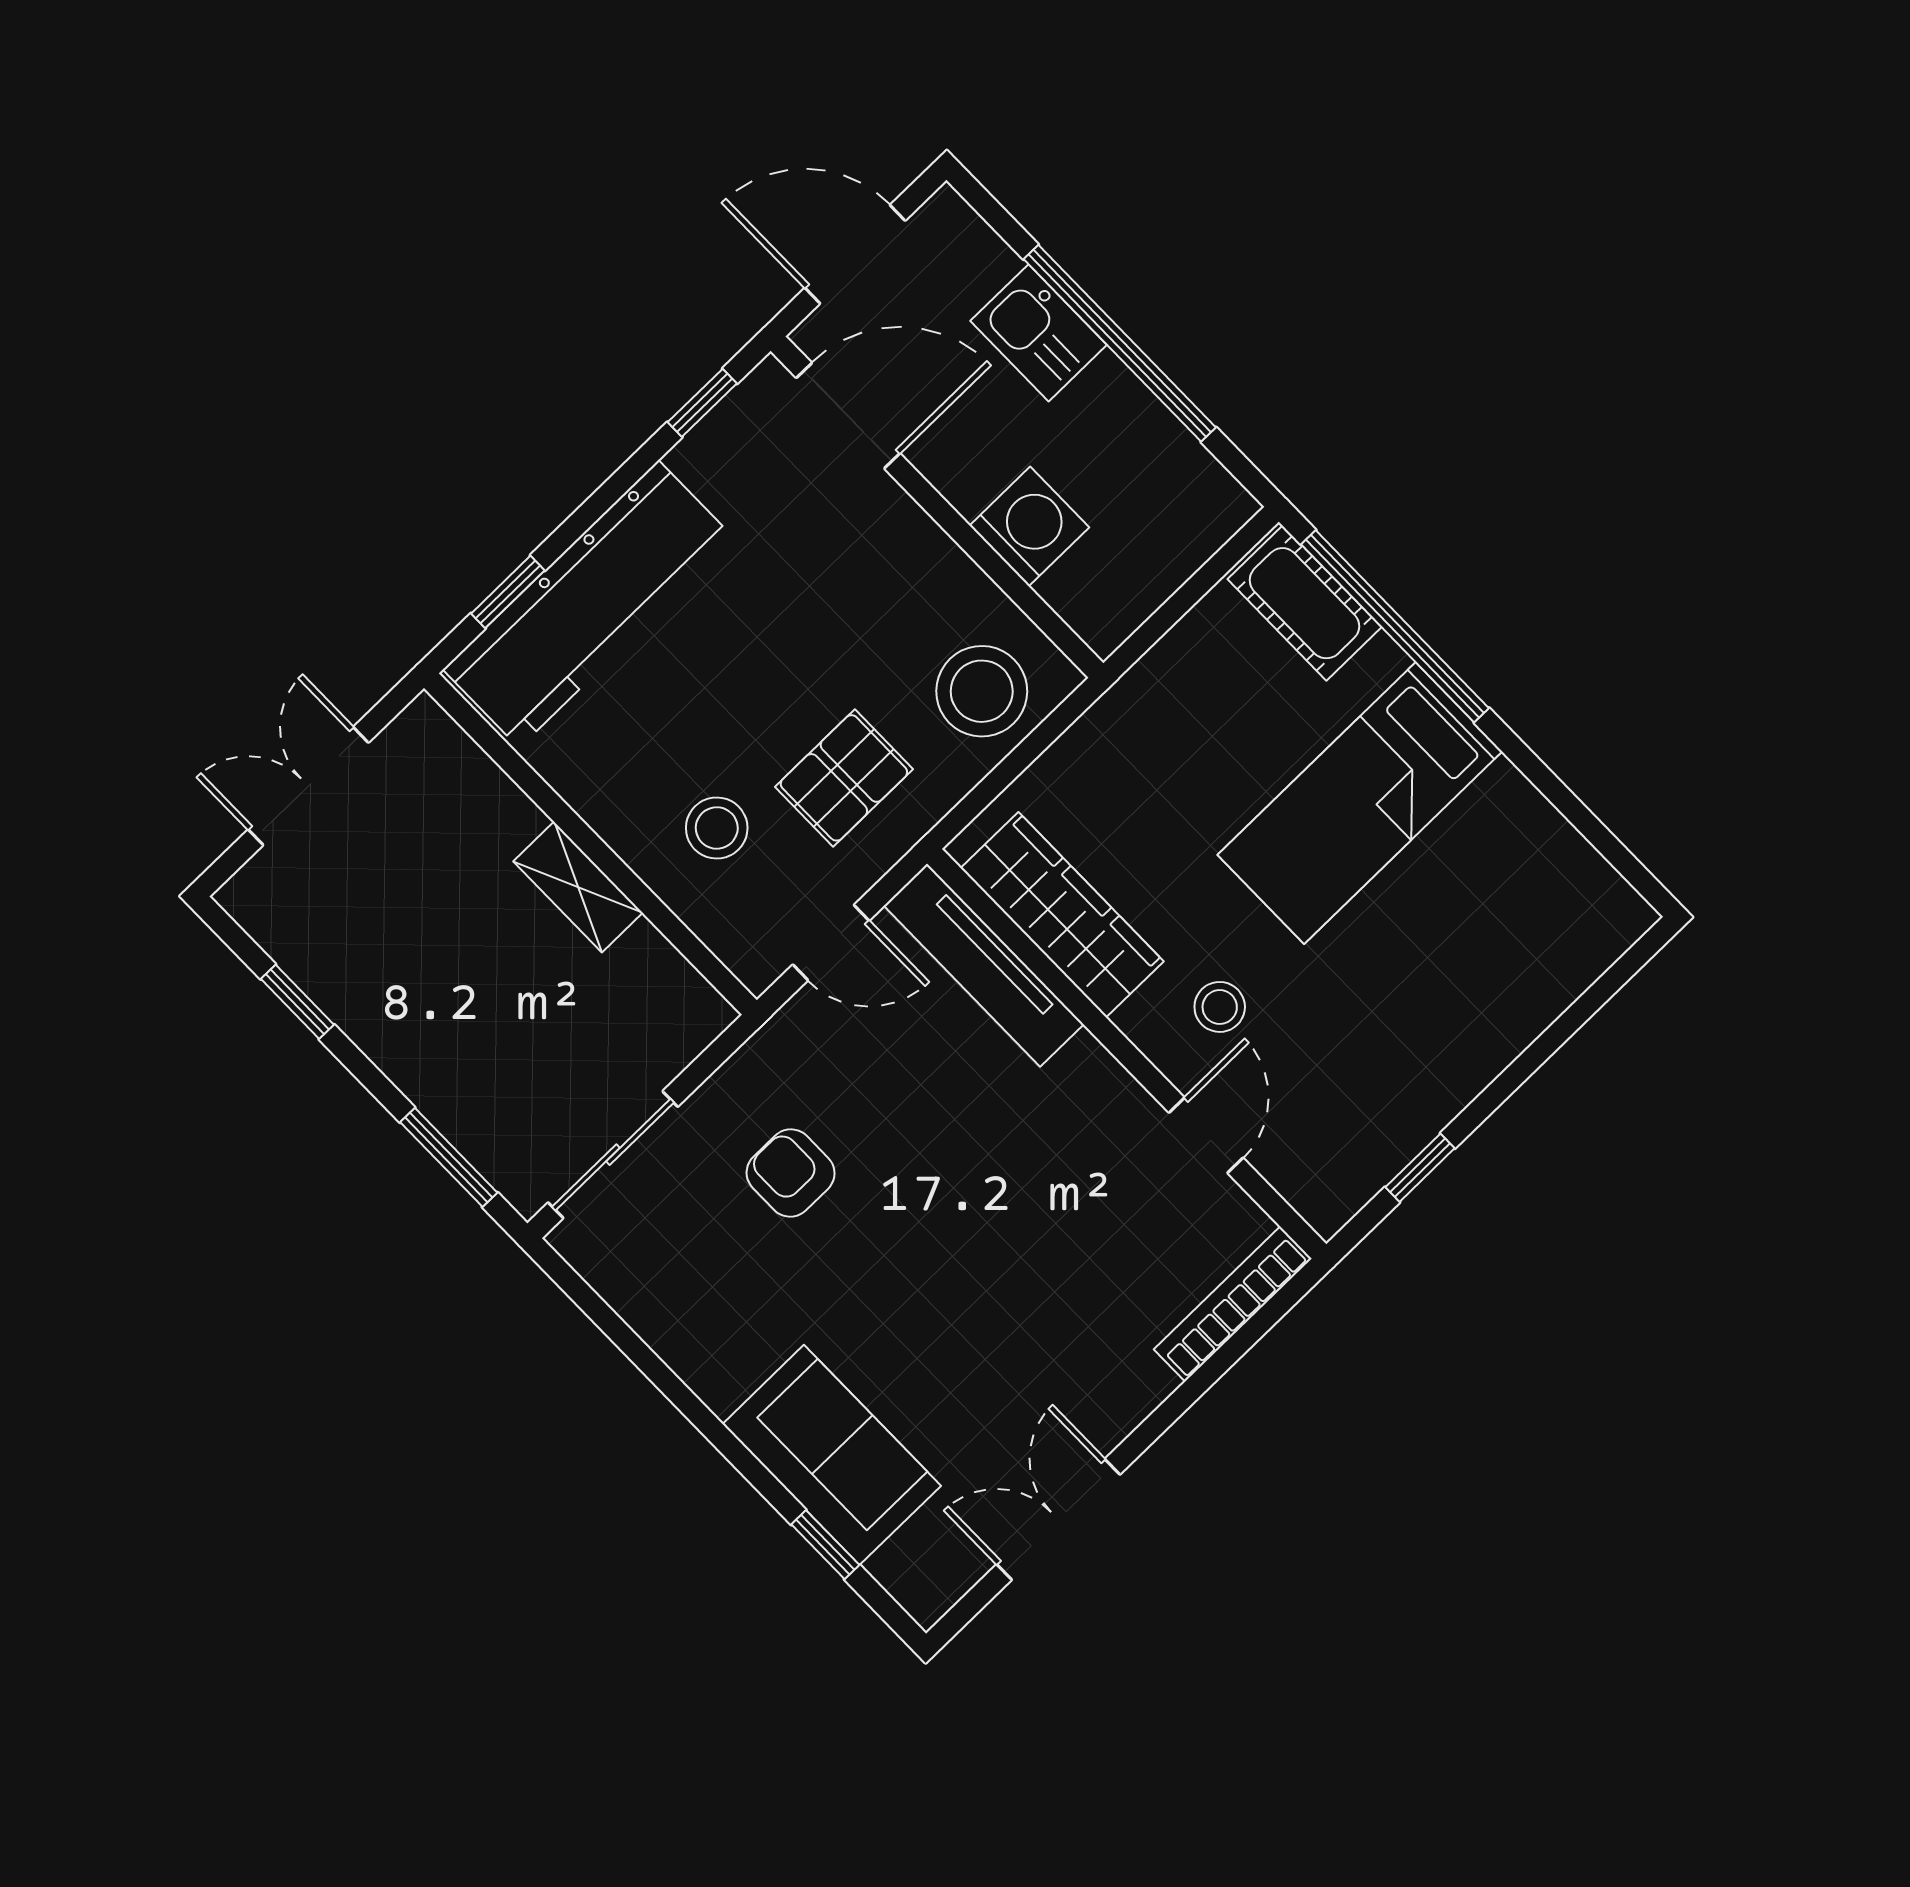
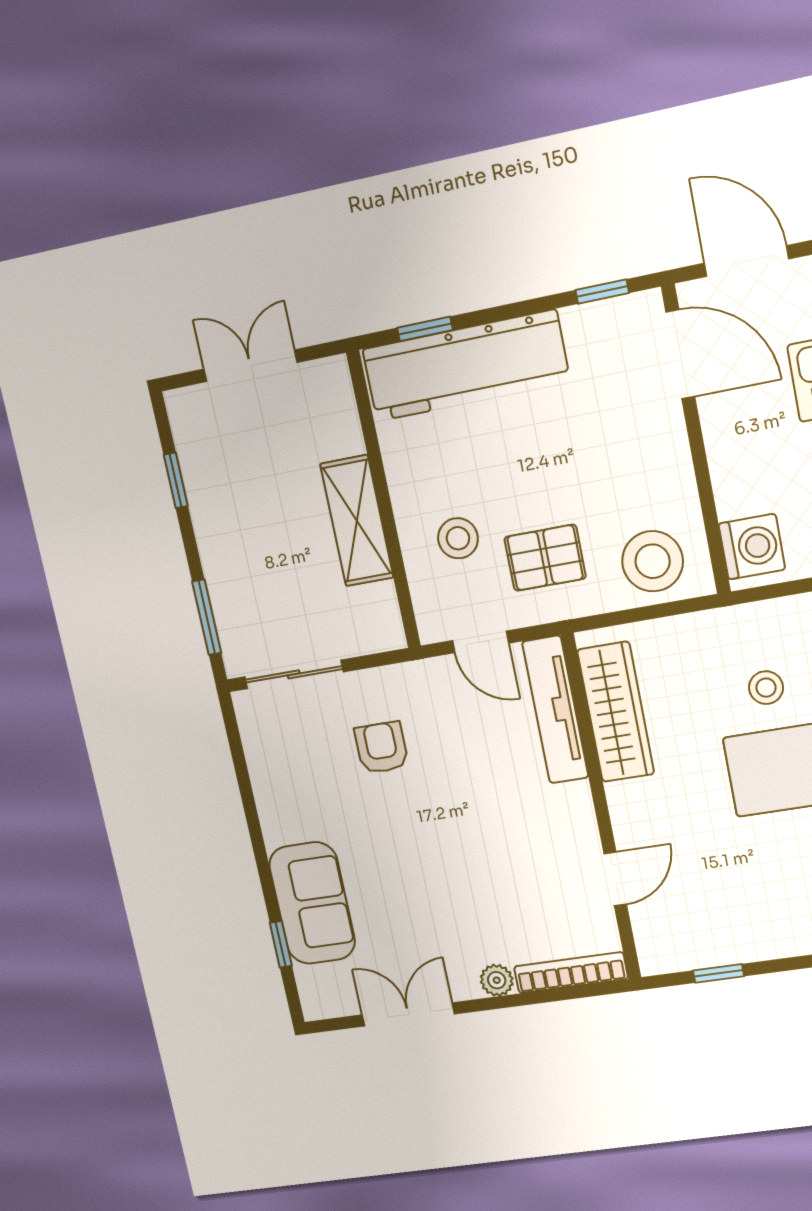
washing machine: (1029, 526) -> (752, 547), moved
shelving: (578, 887) -> (357, 521), width x1.50, depth x1.33
stool: (1220, 1007) -> (766, 688), moved
plant: (1144, 1385) -> (497, 980), added

